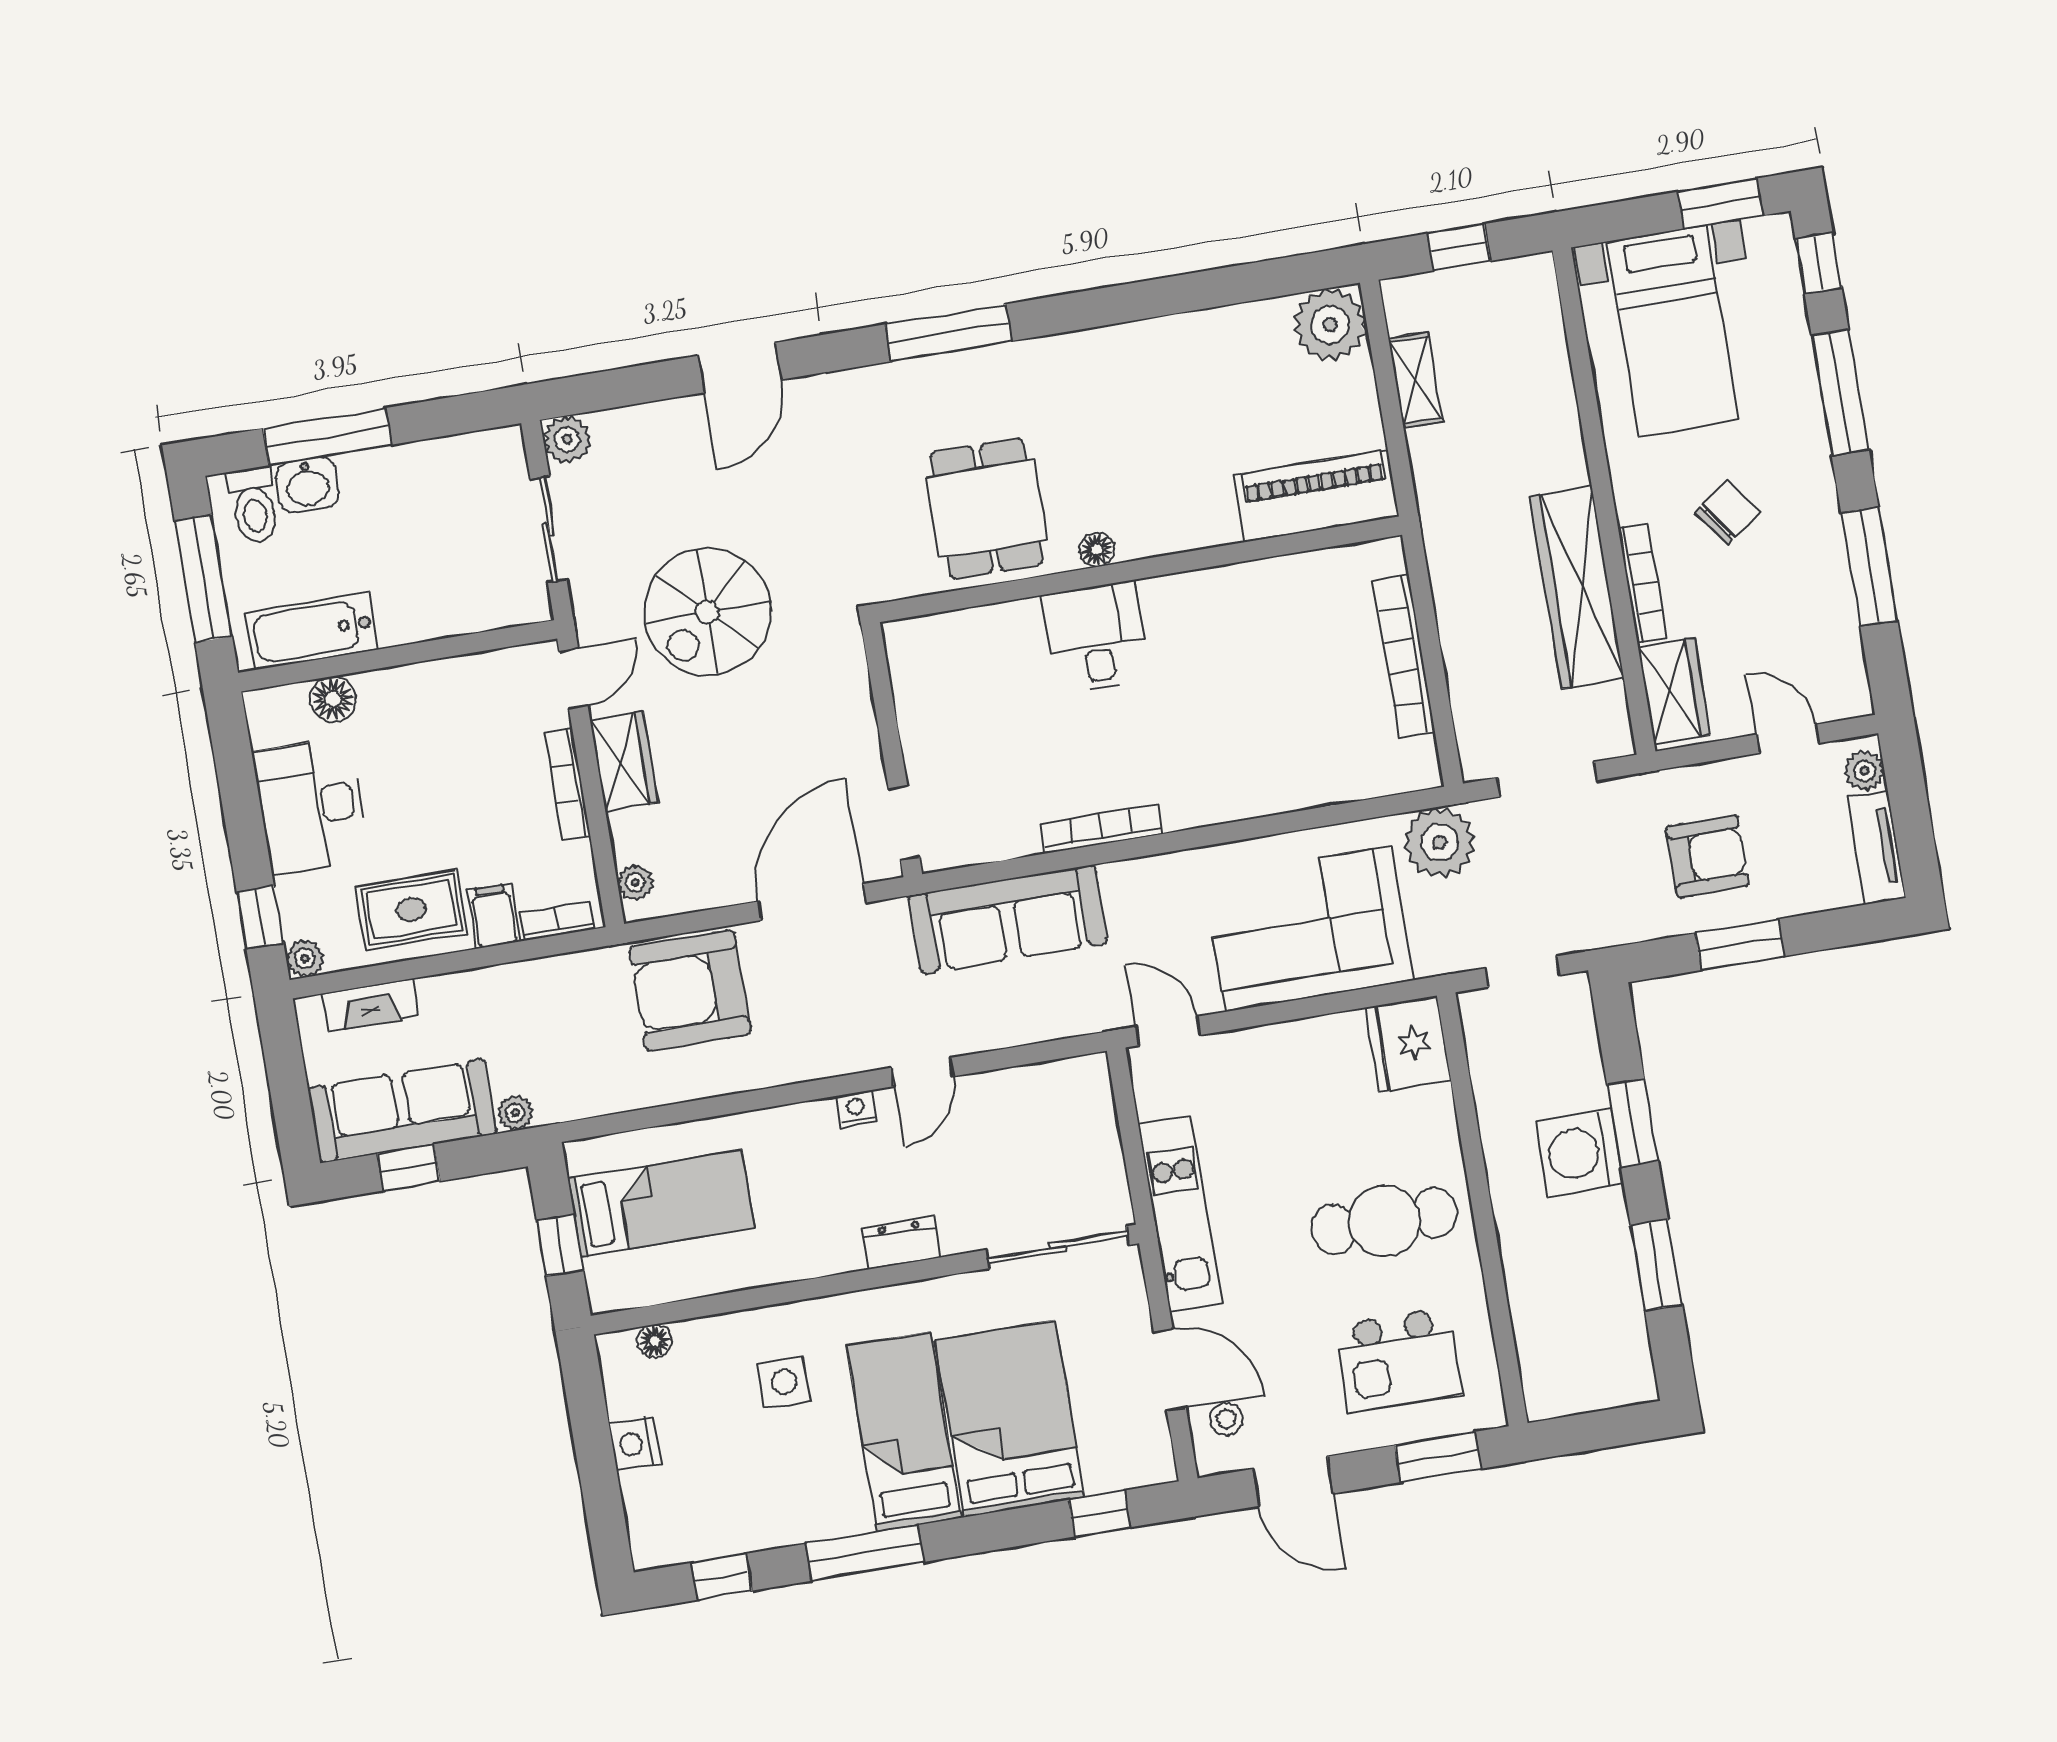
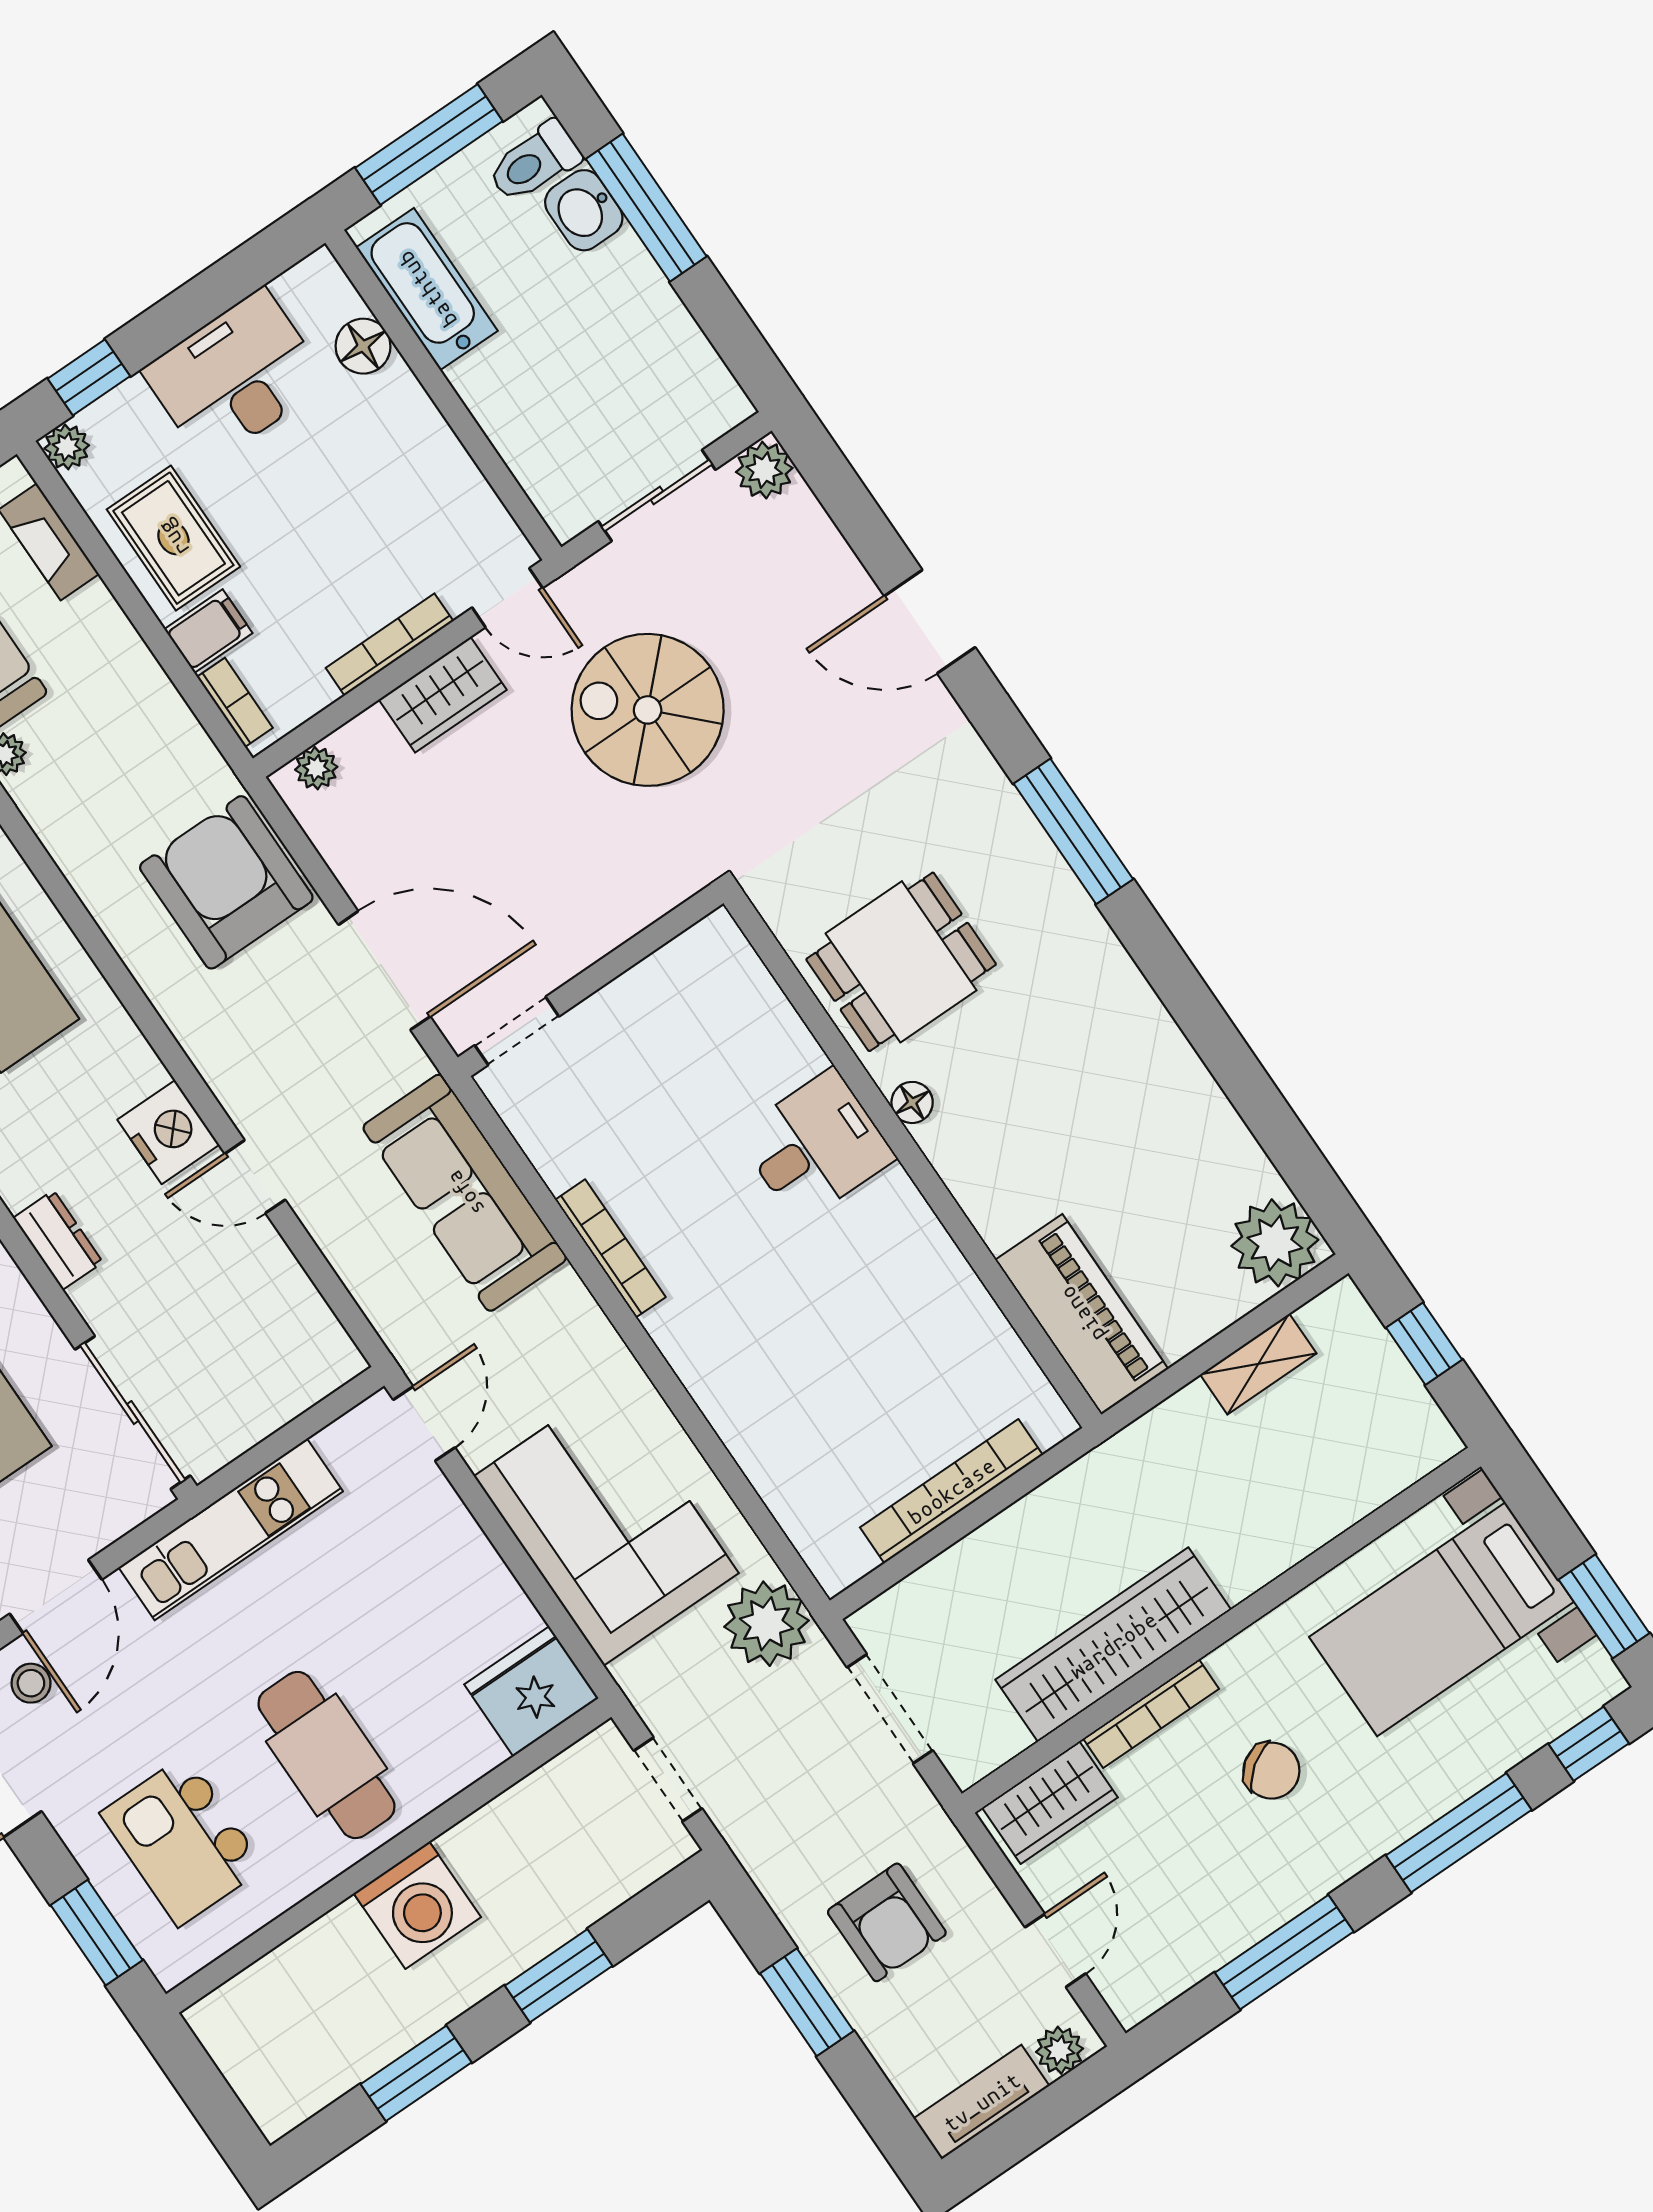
nightstand: (856, 1109) -> (168, 1132), width x1.89, depth x1.79
washing machine: (1580, 1153) -> (417, 1905), moved, turned 180

